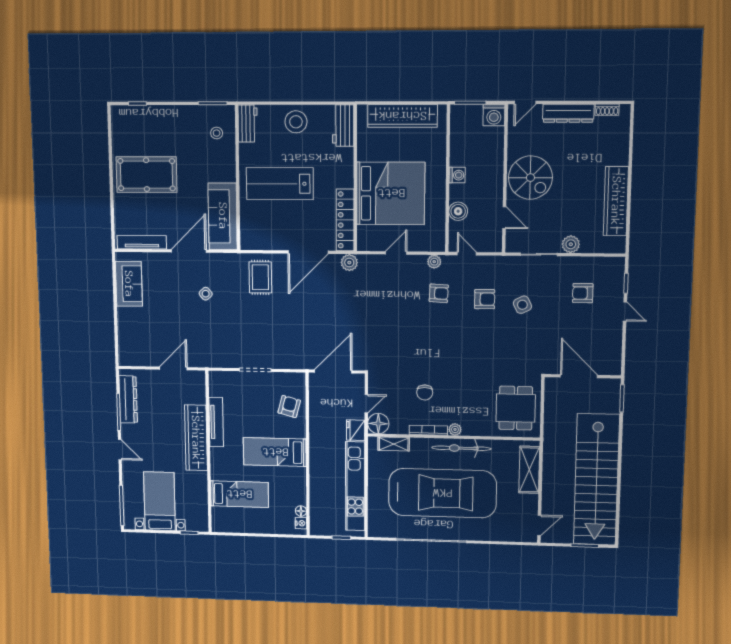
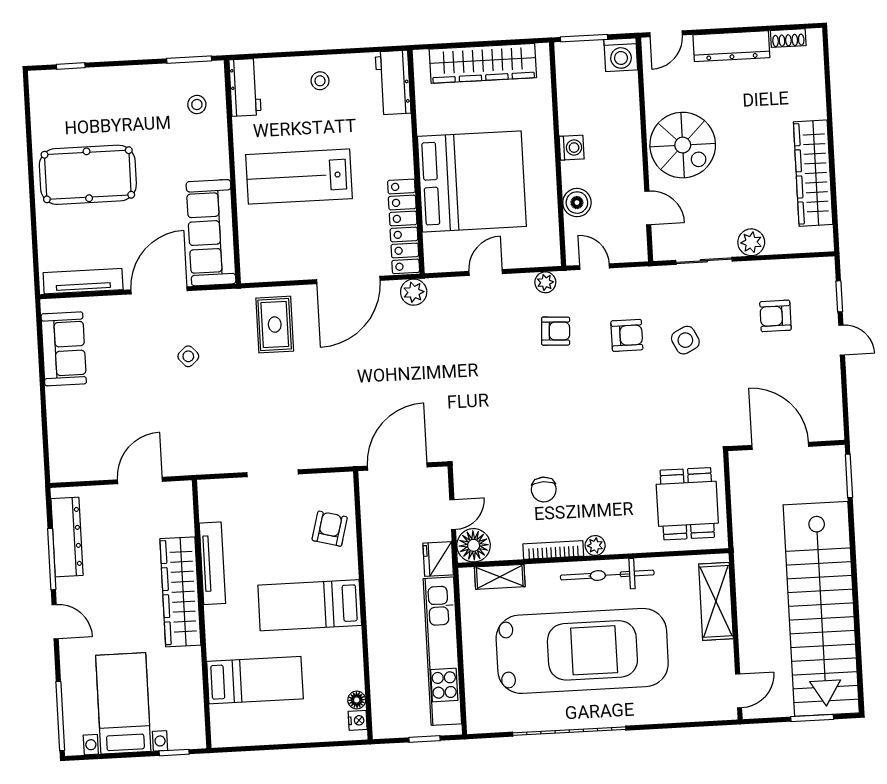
stool: (296, 122) -> (320, 81), width x0.53, depth x0.53

